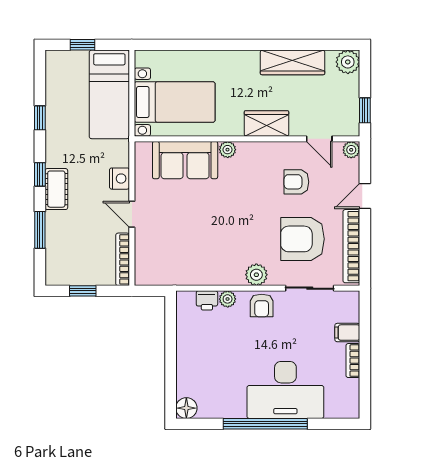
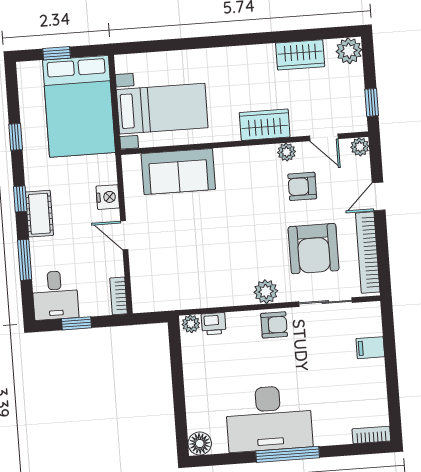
wardrobe: (293, 62) -> (300, 55), width x0.67
bed: (109, 94) -> (79, 106), width x1.50
plant: (228, 150) -> (287, 152), moved
armchair: (302, 239) -> (314, 249), turned -90
bookcase: (123, 259) -> (119, 296), width x0.64
desk: (65, 264) -> (55, 295), added
plant: (228, 299) -> (191, 324), moved
armchair: (262, 306) -> (274, 325), turned -90
bookcase: (353, 361) -> (371, 435), moved, turned 90
desk: (285, 390) -> (269, 418), moved
window: (265, 424) -> (288, 454), width x0.68

